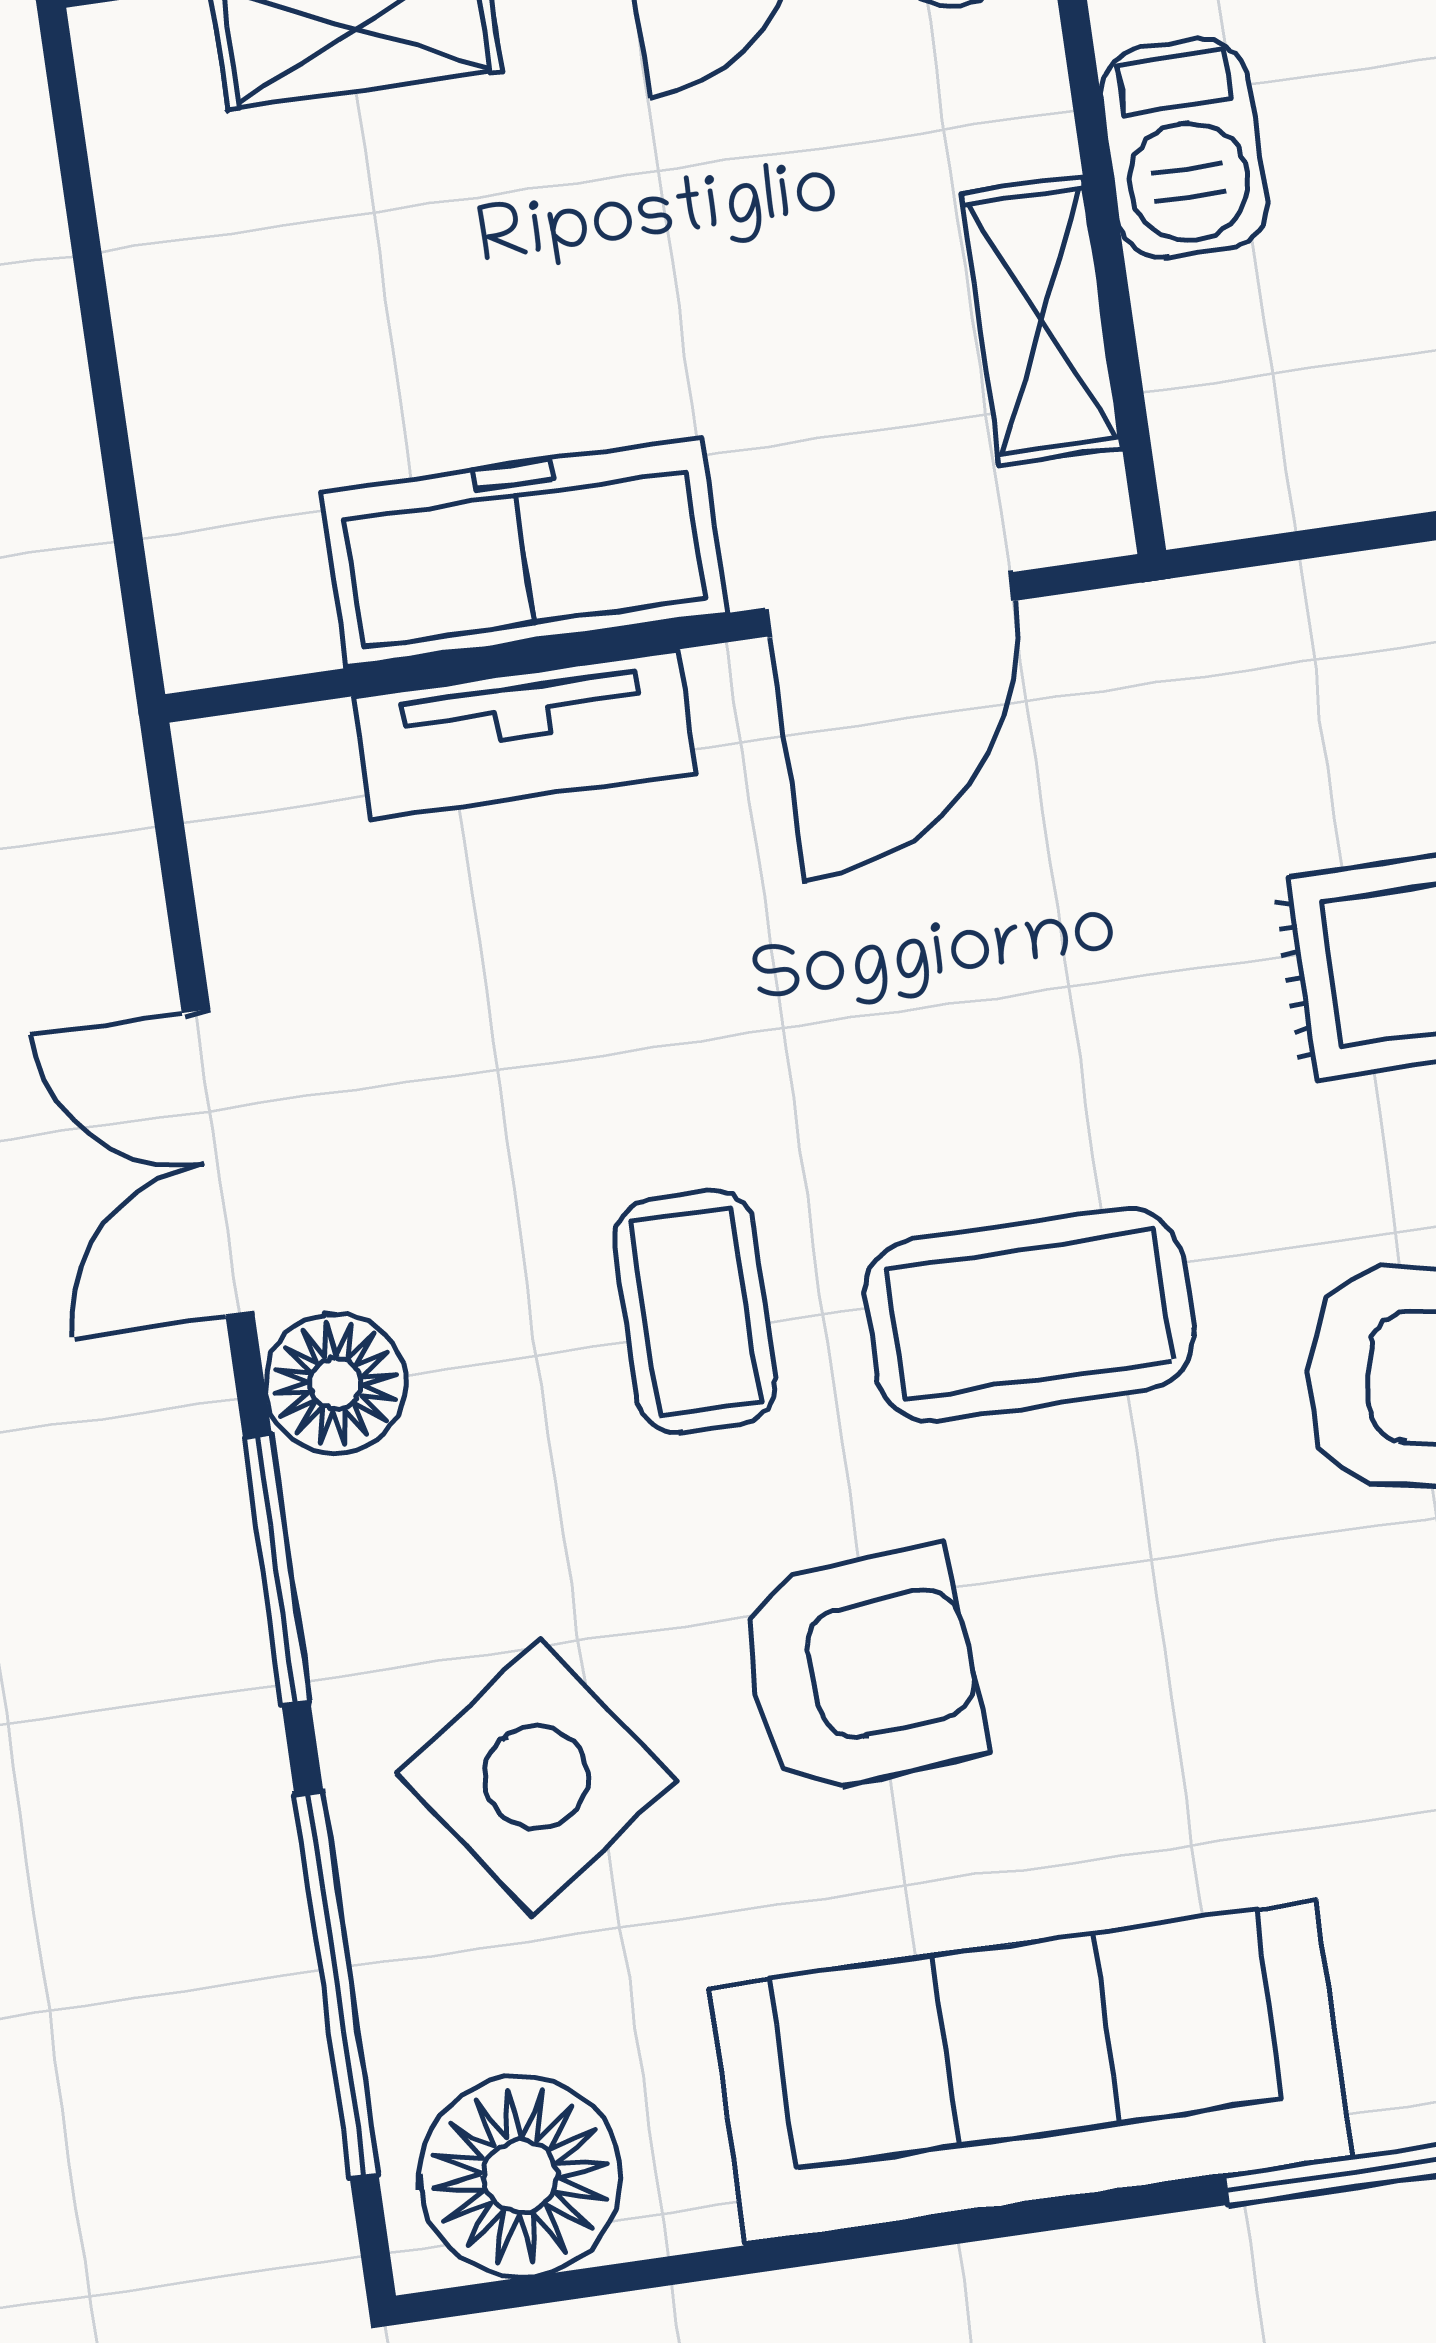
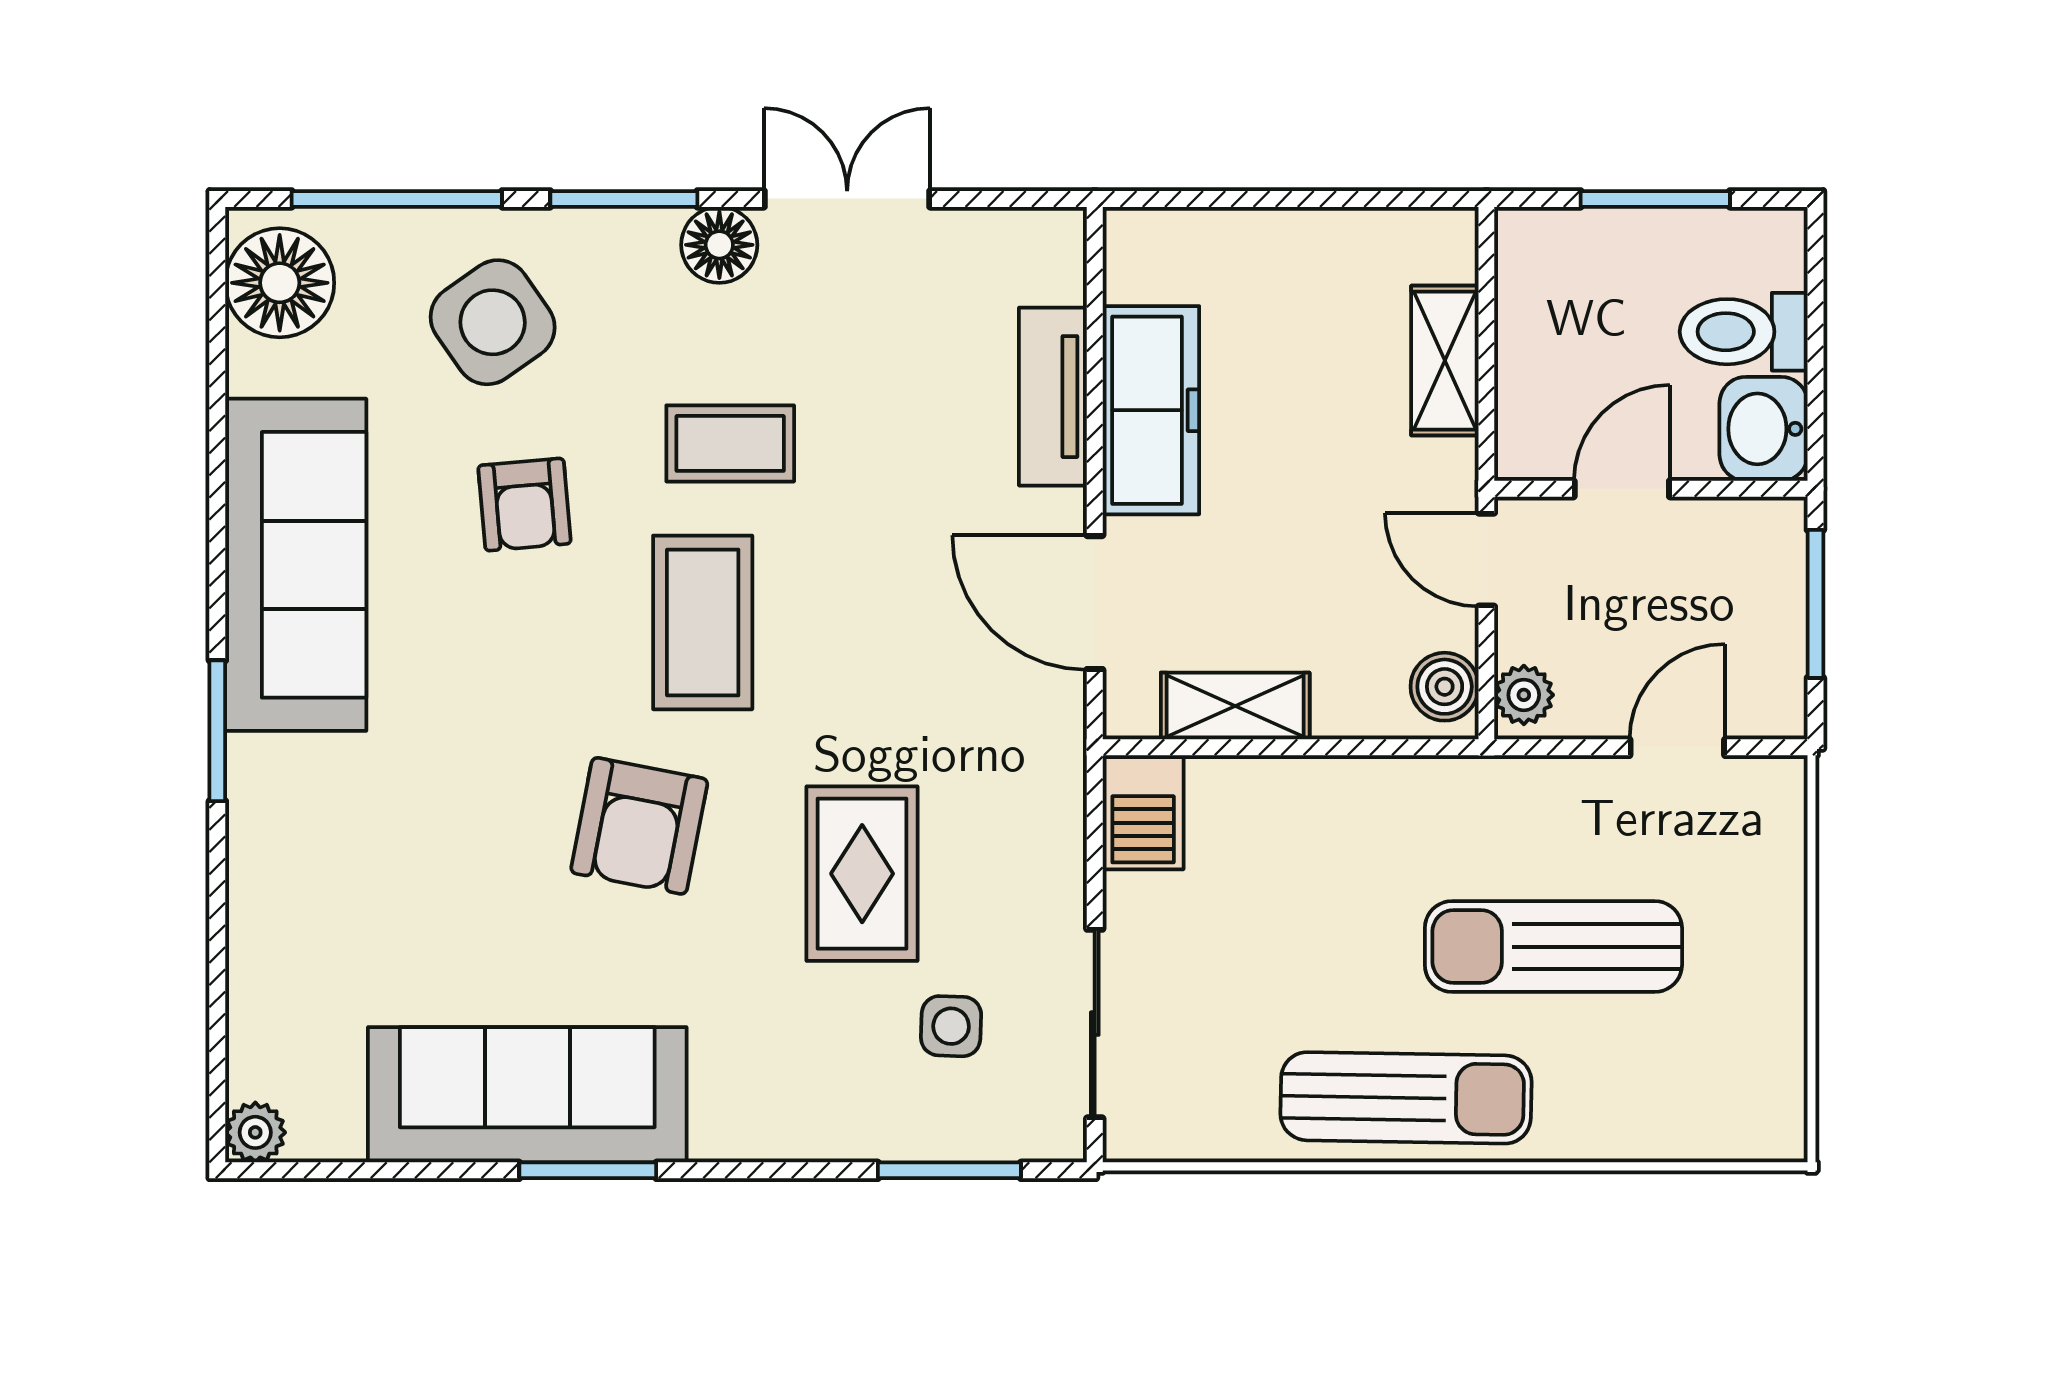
barbecue: (1184, 149) -> (1143, 812), moved, turned -90
armchair: (861, 1671) -> (525, 505), width x0.72, depth x0.72

